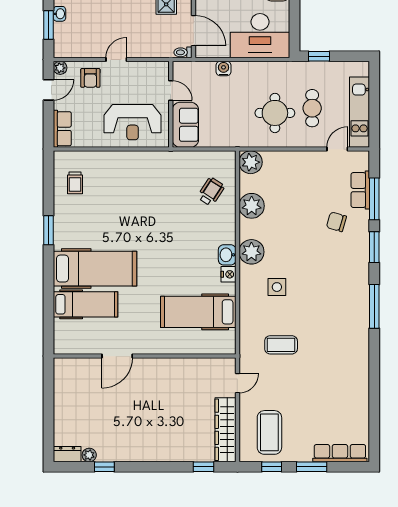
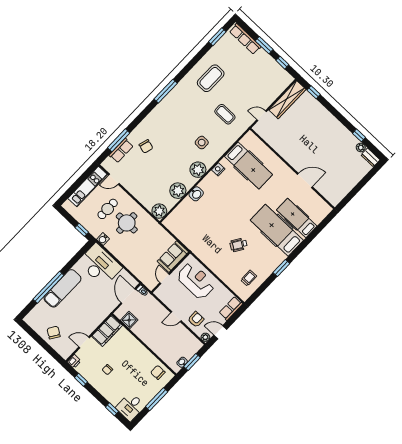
water cooler: (224, 69) -> (103, 239), moved
wheelchair: (211, 192) -> (239, 245), moved
window: (374, 247) -> (217, 37), moved
washbasin: (227, 255) -> (196, 194), moved
coffee table: (269, 432) -> (211, 78), moved

